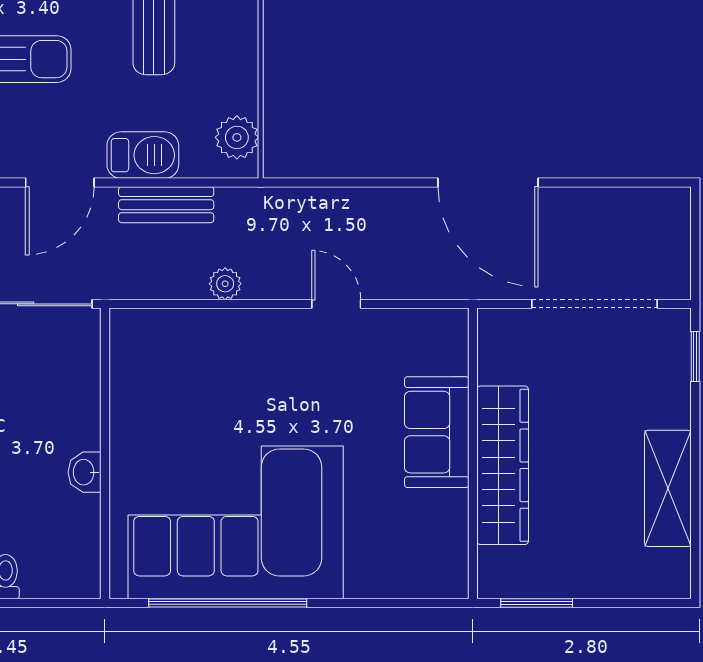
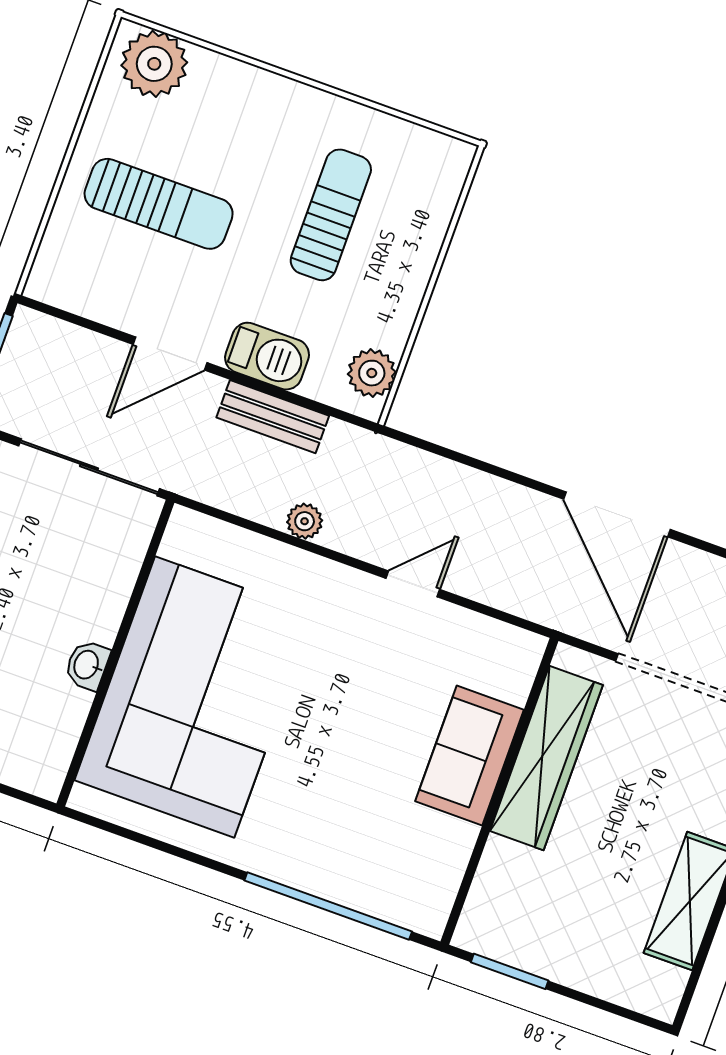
door: (336, 304) -> (413, 584), hinge flipped
wardrobe: (503, 465) -> (546, 758), moved
corner sofa: (236, 522) -> (195, 697), moved, turned 90
window: (228, 603) -> (328, 906), moved

